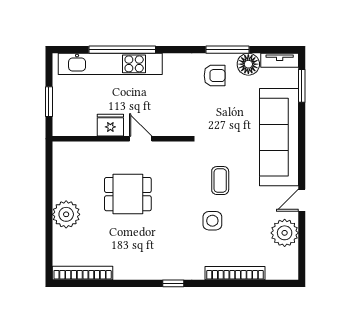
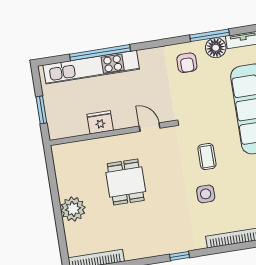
window: (227, 50) -> (210, 35), moved
armchair: (215, 76) -> (187, 63), turned 90
door: (141, 139) -> (150, 127), moved
dining table: (128, 194) -> (126, 182), turned 90

